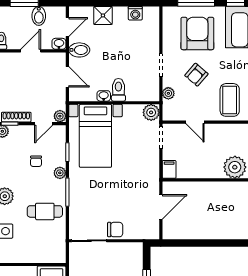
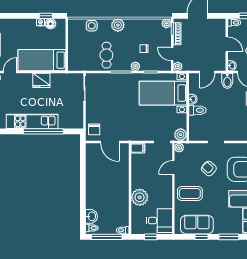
plant: (168, 93) -> (179, 148), moved
chair: (115, 230) -> (94, 129), moved

